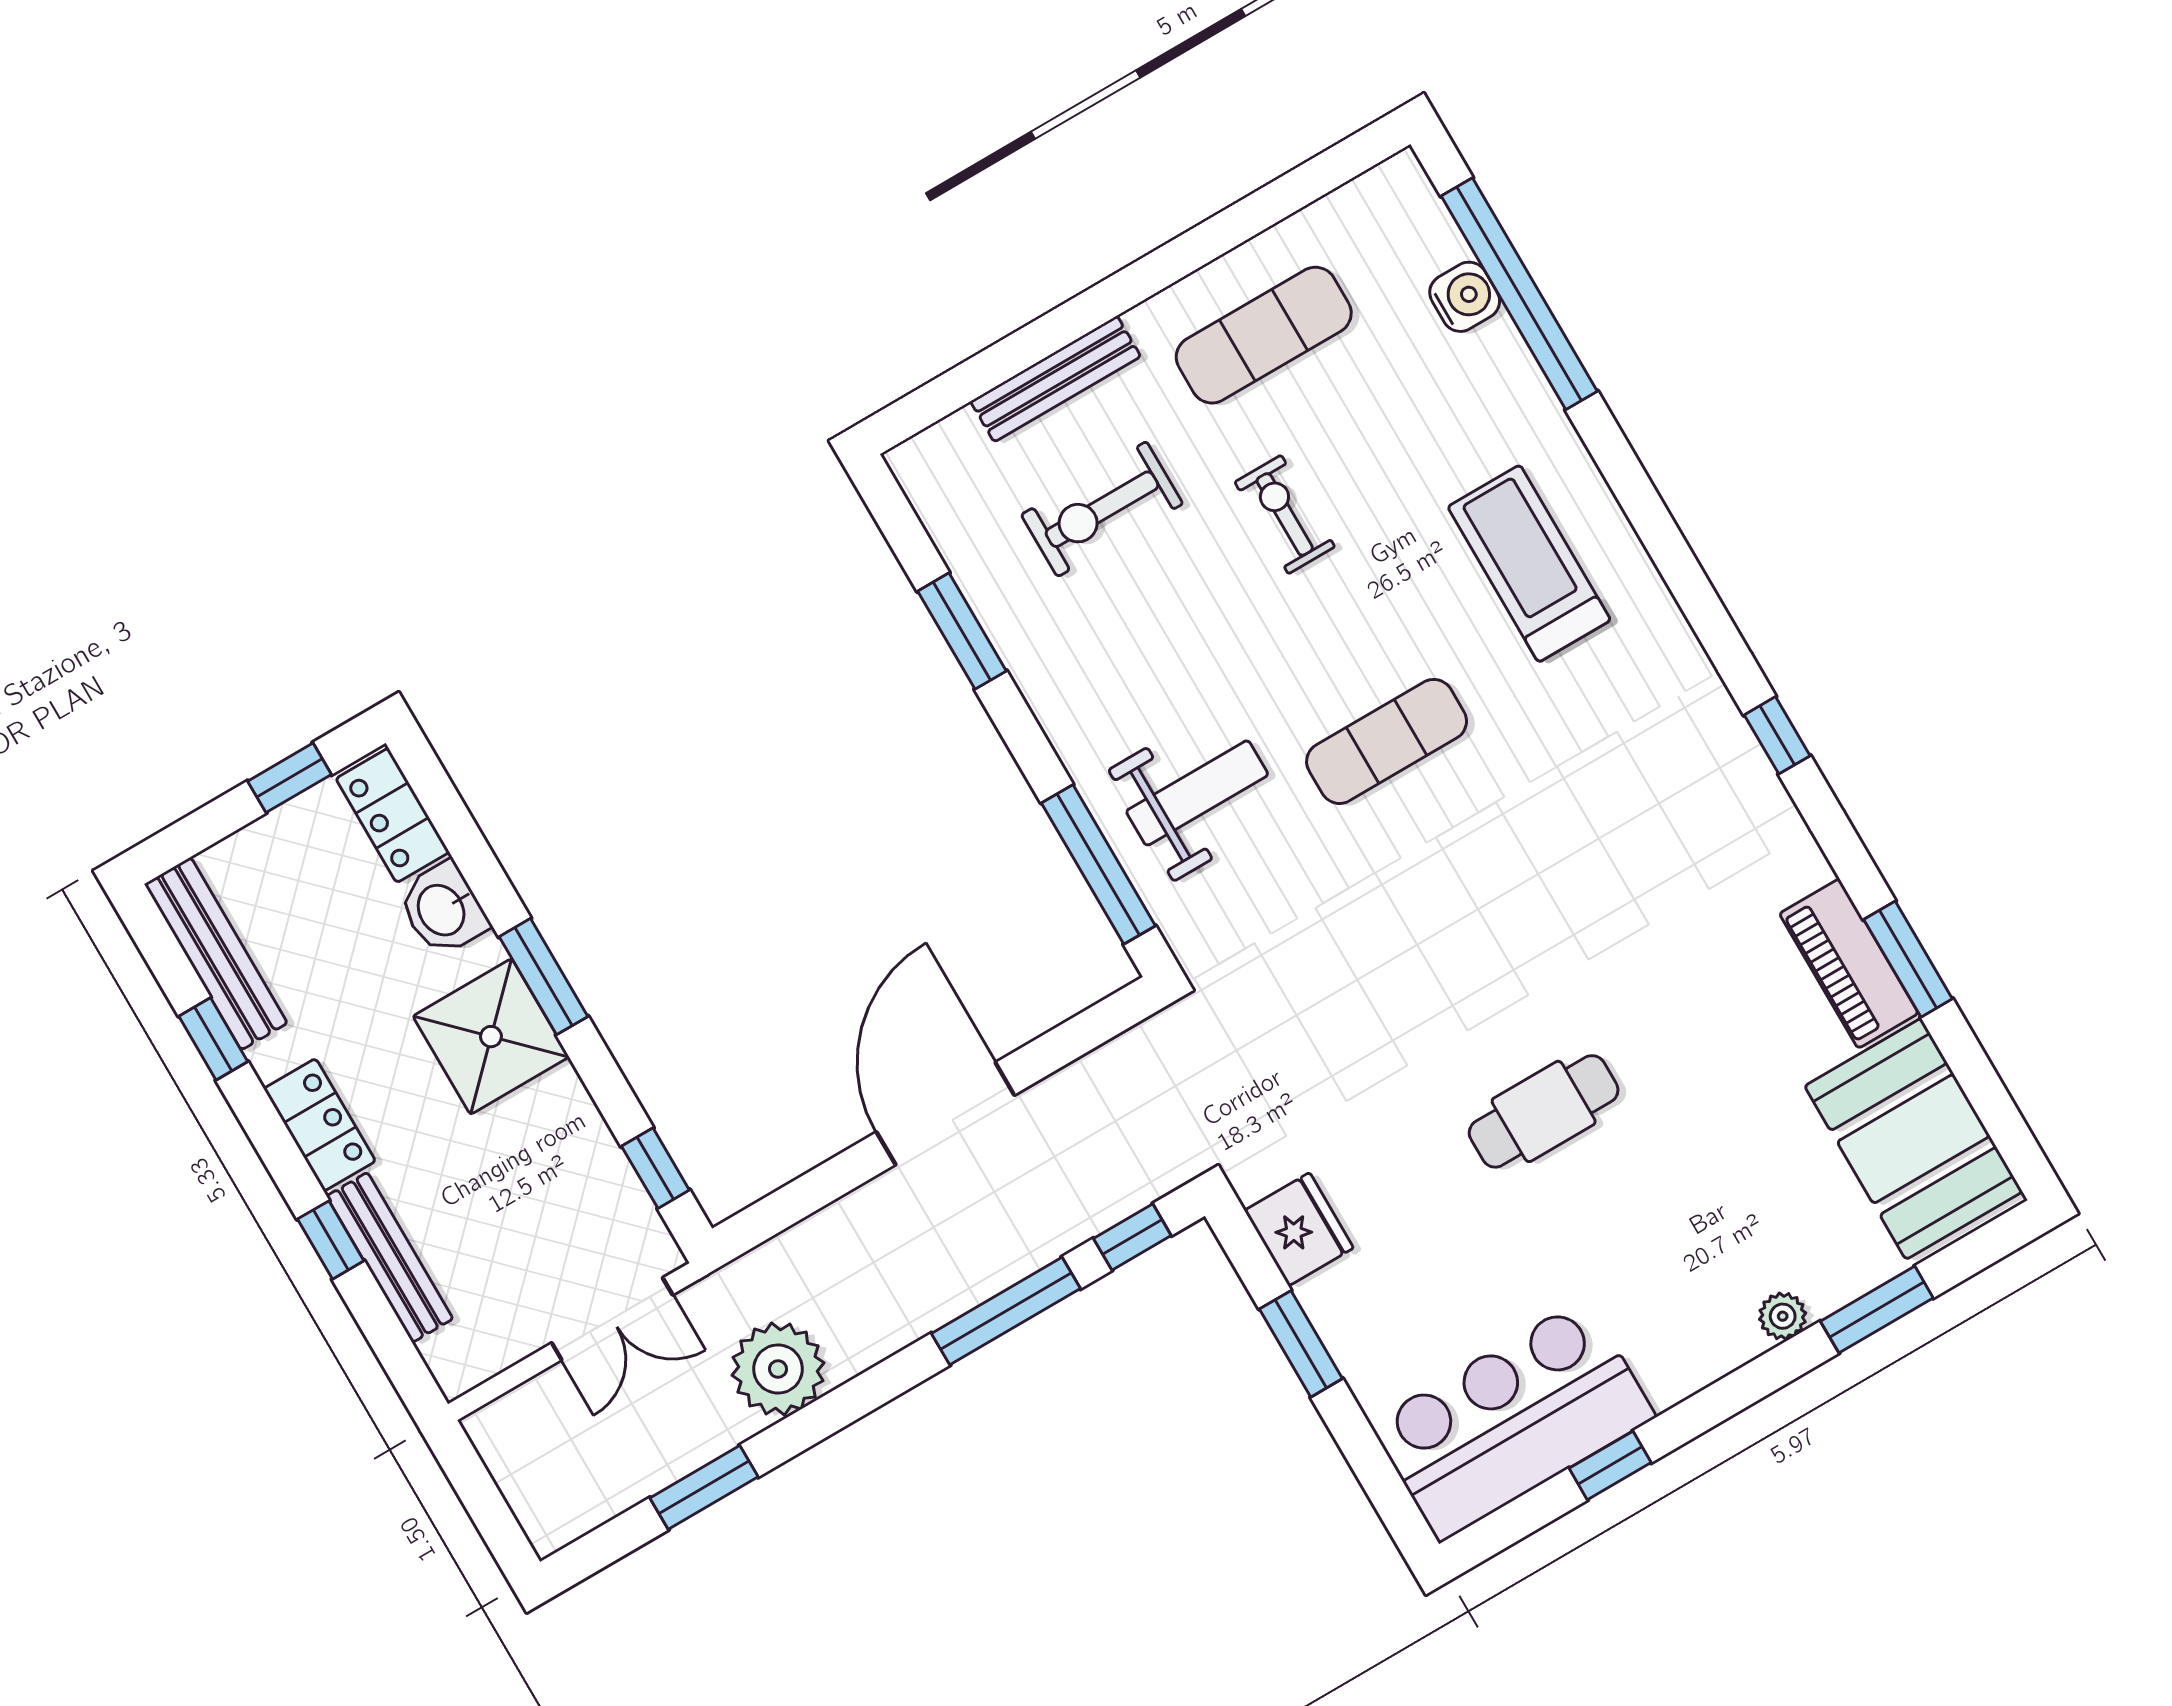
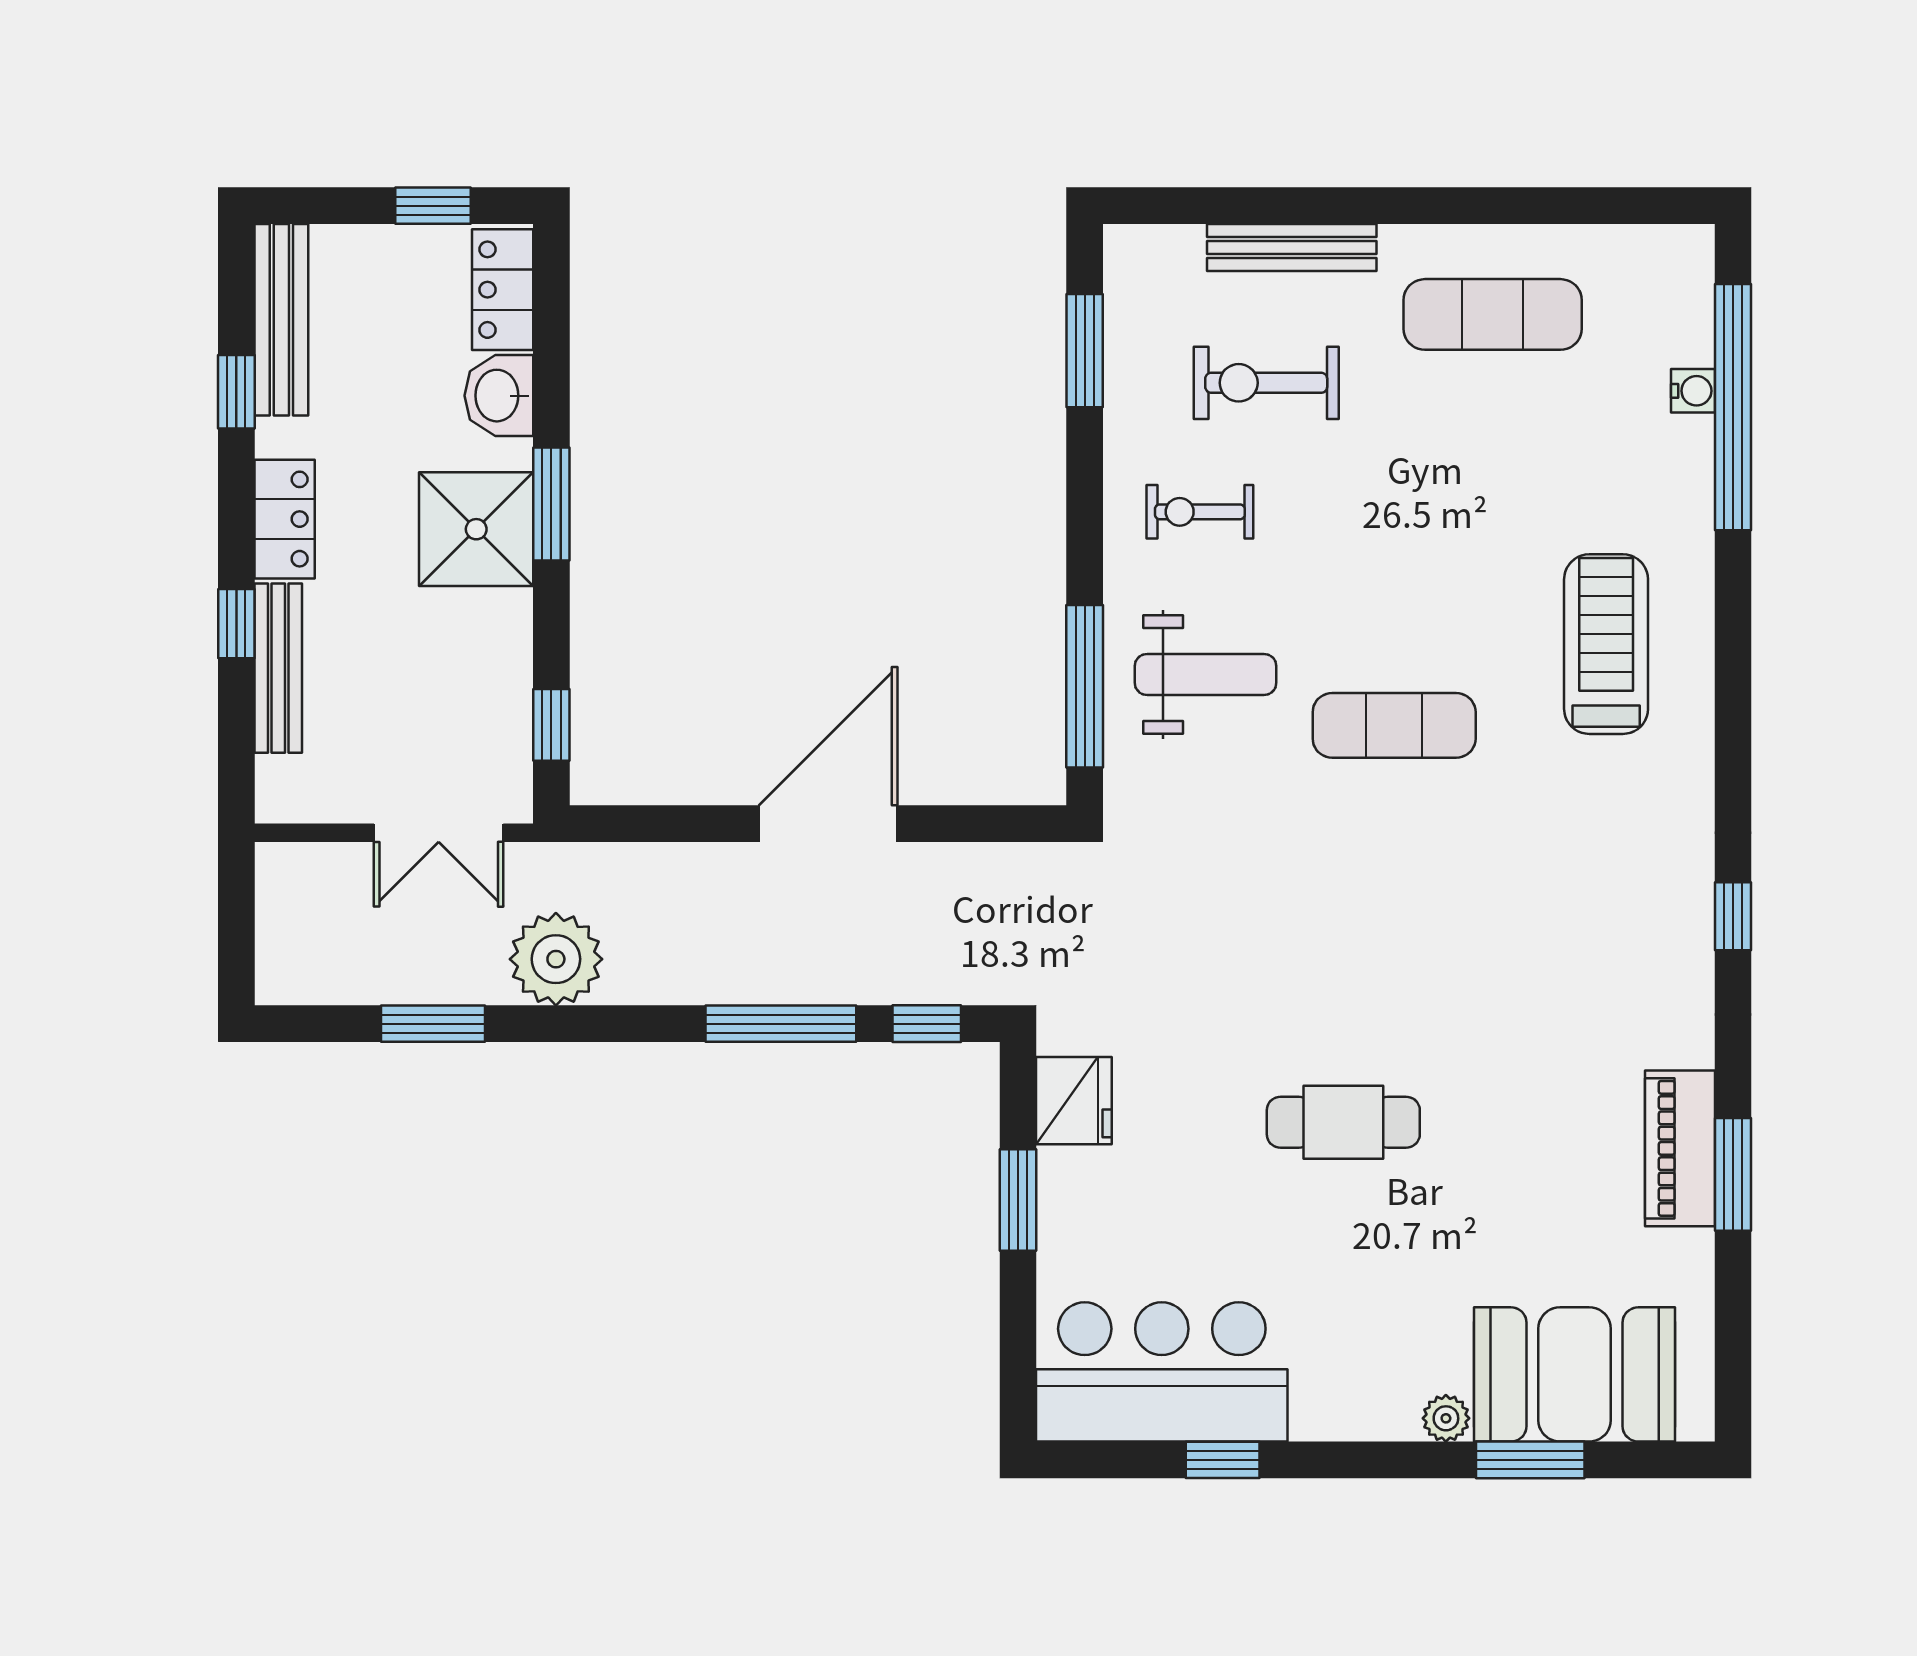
water cooler: (1465, 297) -> (1693, 391), width x0.72, depth x0.72
exercise bike: (1285, 514) -> (1200, 512), moved, turned -90
window: (962, 631) -> (1085, 351), moved
booth: (1914, 1139) -> (1575, 1374), moved, turned 90

